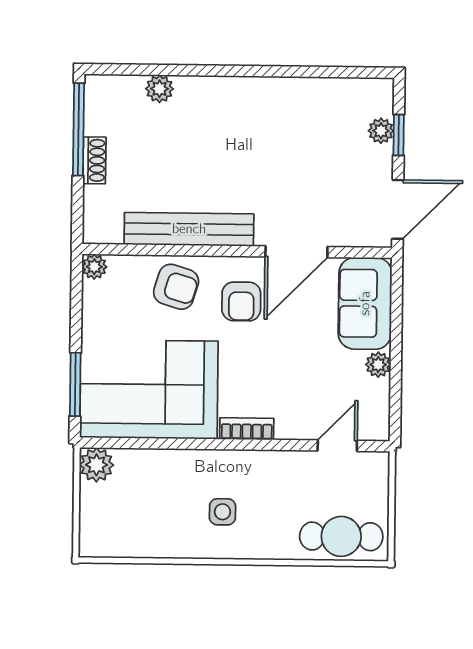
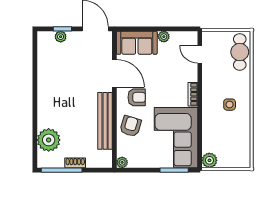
plant: (159, 89) -> (49, 140), width x1.88, depth x1.88

